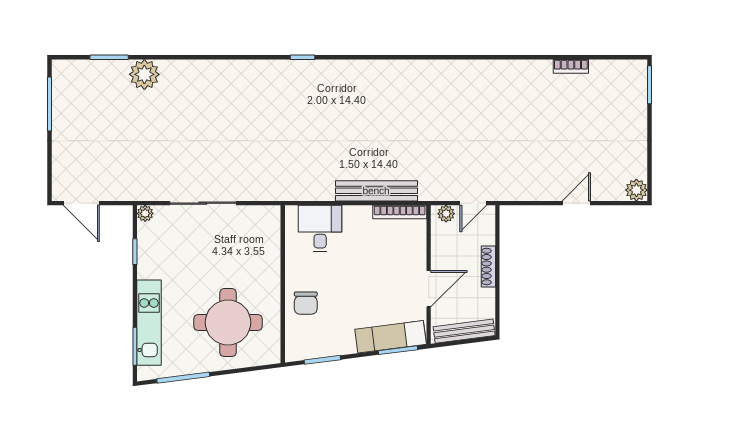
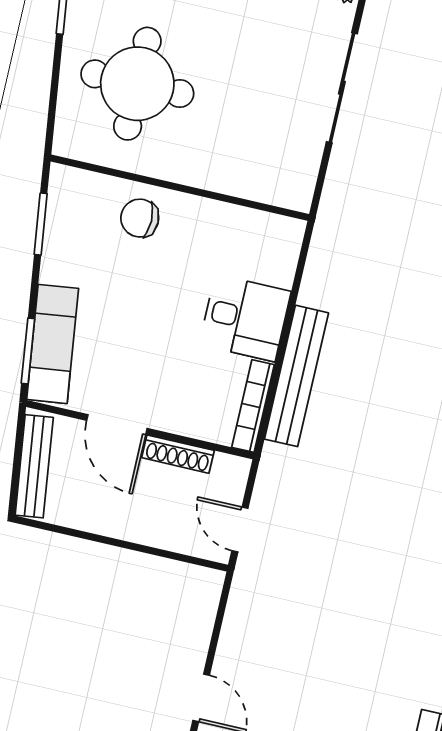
plant: (446, 214) -> (233, 481), removed
desk: (320, 229) -> (245, 318), moved
shoe rack: (488, 267) -> (178, 454), moved, turned 180

